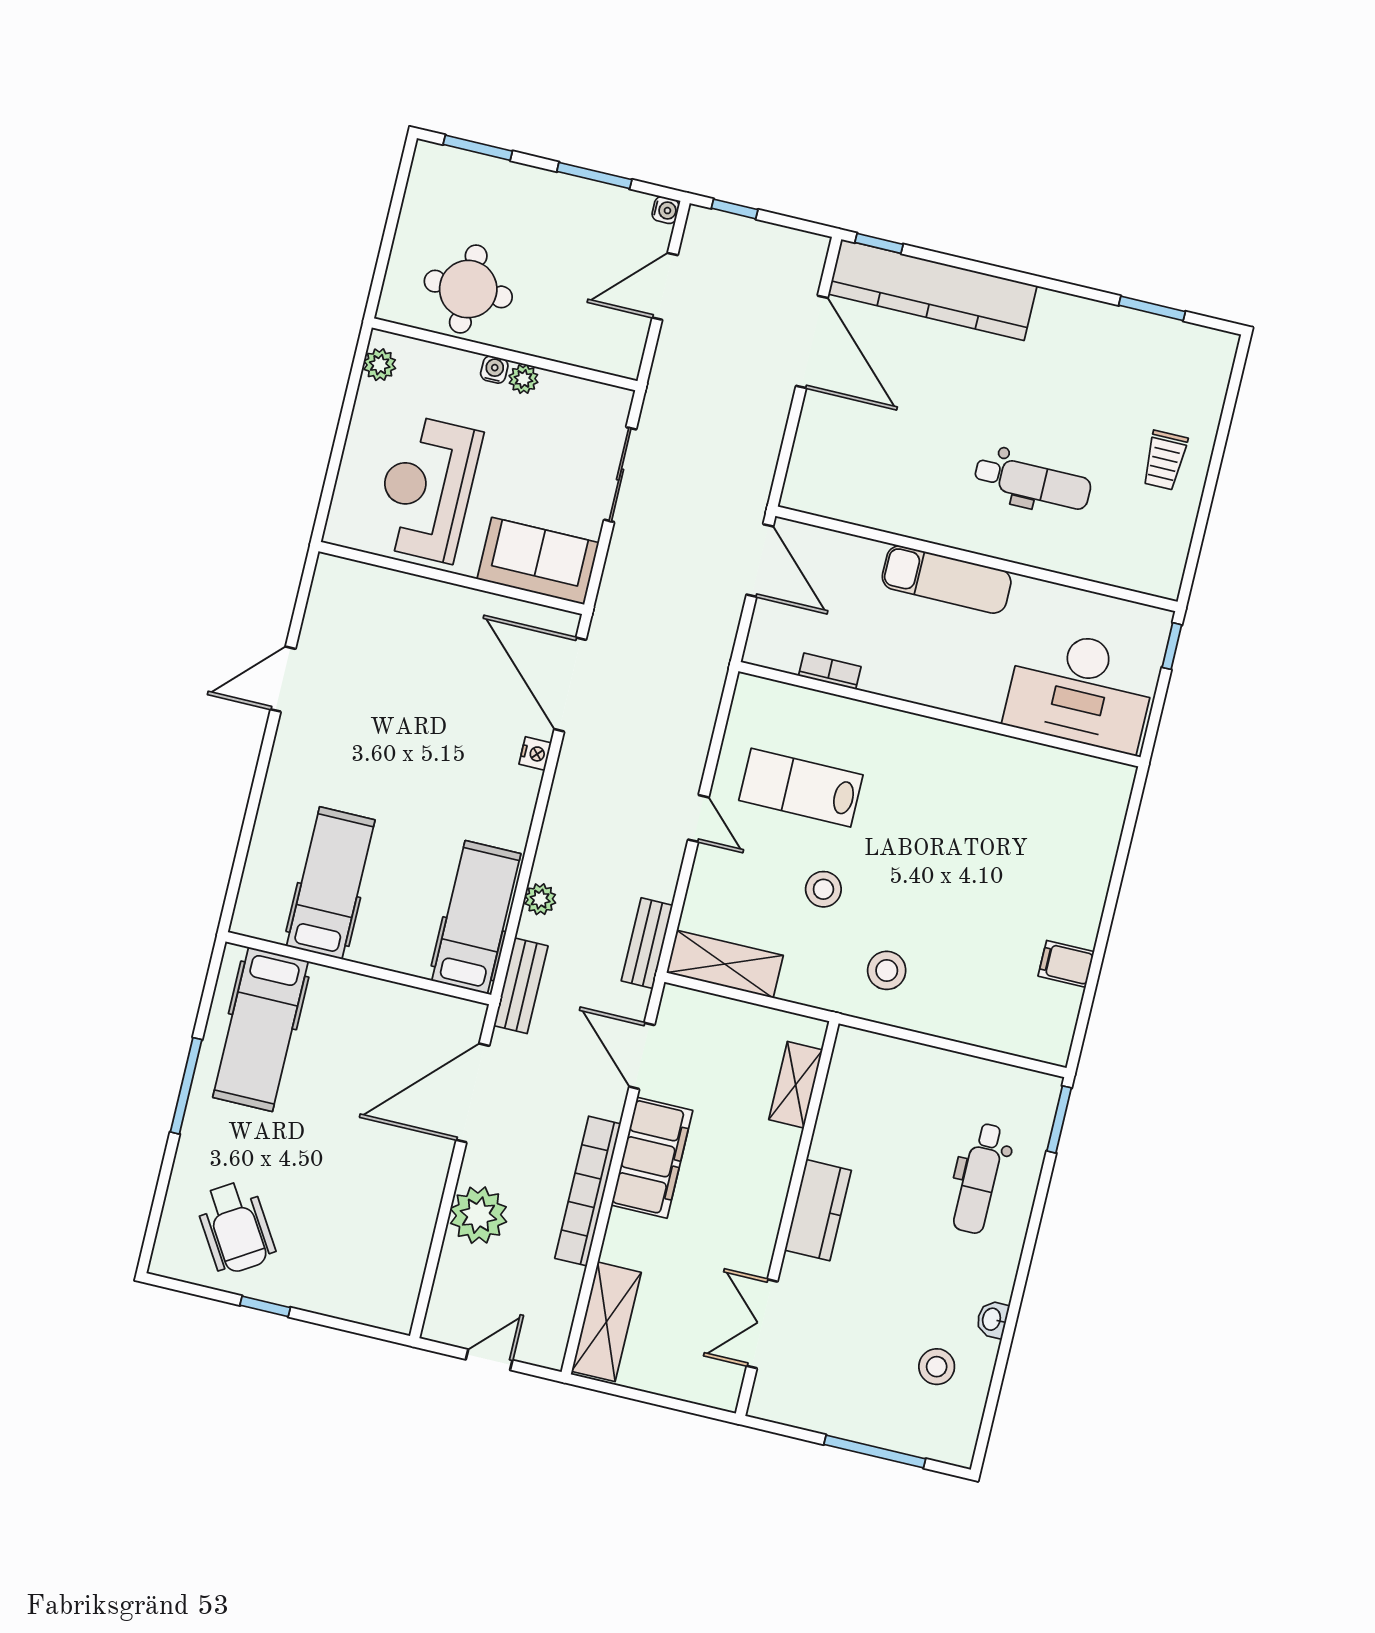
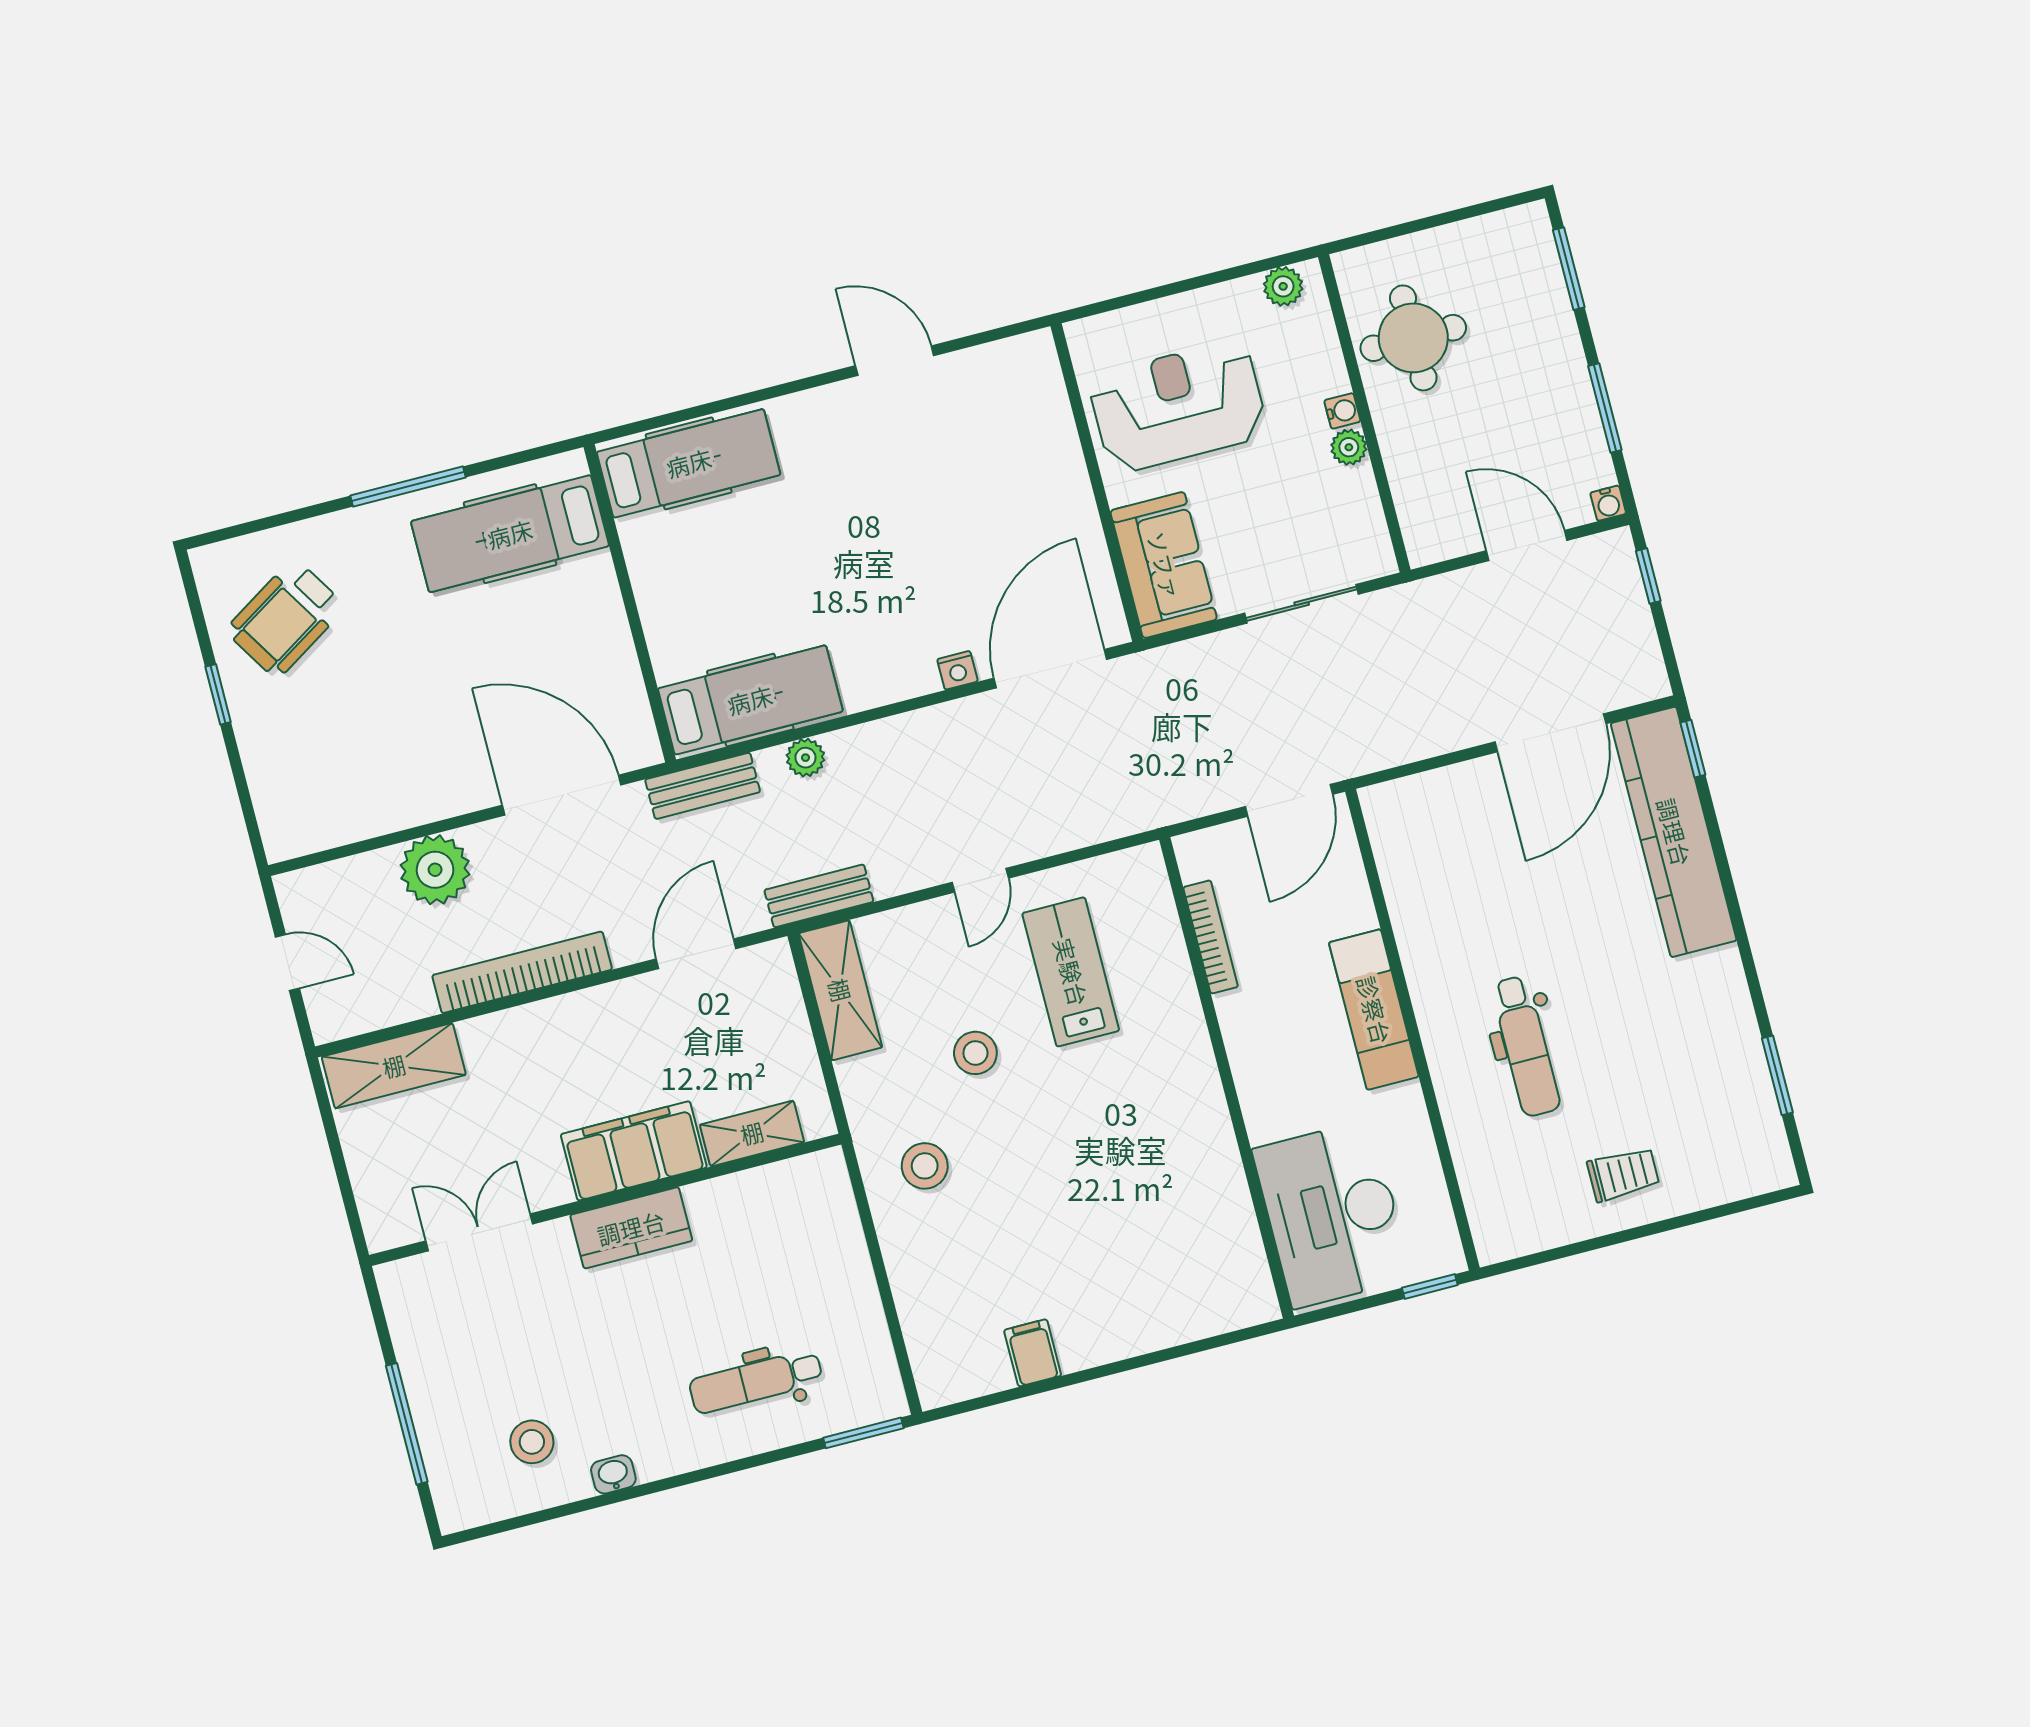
trolley: (1165, 460) -> (1623, 1174), turned 180
bookcase: (830, 671) -> (1211, 937), width x1.56
hospital bed: (331, 883) -> (689, 463), moved
filing cabinet: (652, 1158) -> (634, 1151), moved, turned 180

